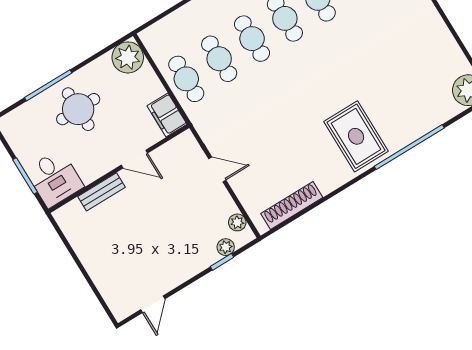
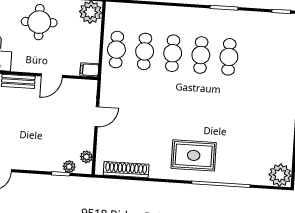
filing cabinet: (167, 115) -> (89, 70), width x0.50
rug: (356, 136) -> (194, 155), turned 90
door: (134, 159) -> (52, 76), hinge flipped
door: (217, 169) -> (97, 117), hinge flipped

